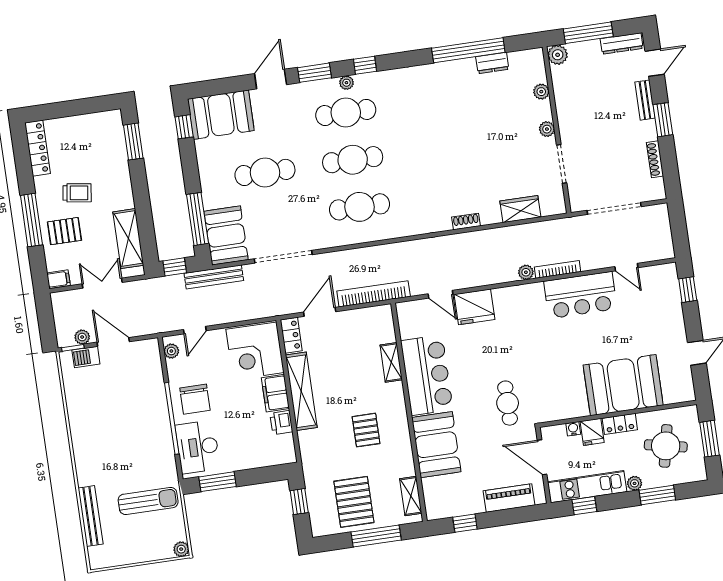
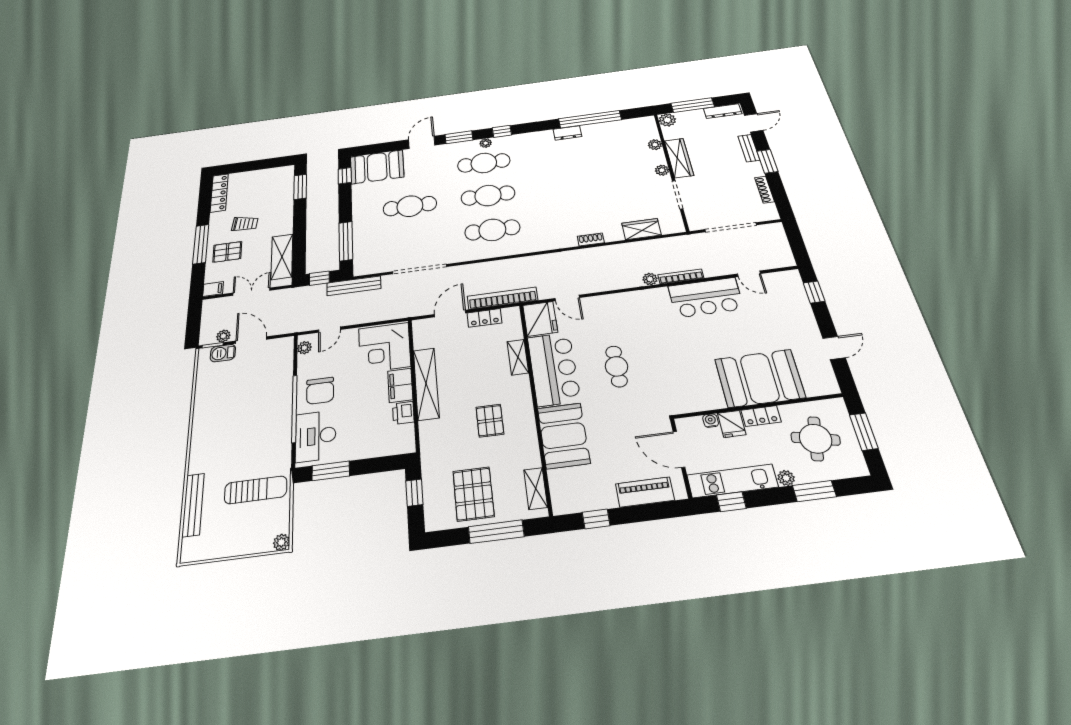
dresser: (492, 63) -> (567, 133), moved
wardrobe: (567, 112) -> (679, 158), added
booth: (226, 235) -> (370, 253), removed
fridge: (474, 307) -> (540, 319), moved, turned -90
locker: (291, 335) -> (484, 318), moved, turned 90
cafe table: (508, 403) -> (616, 366), moved

